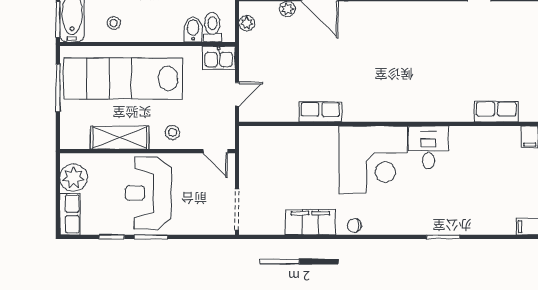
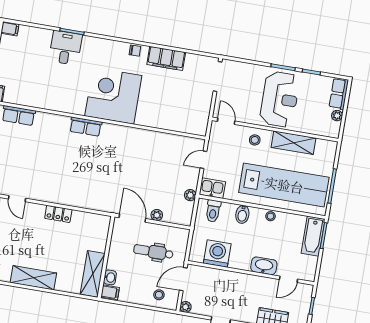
stool: (114, 23) -> (270, 216), moved
plant: (247, 23) -> (190, 195), moved
bidet: (193, 29) -> (242, 214), moved
row of seats: (320, 112) -> (86, 127), moved
desk: (428, 147) -> (66, 48), moved, turned 180
plant: (74, 178) -> (337, 116), width x0.53, depth x0.53

